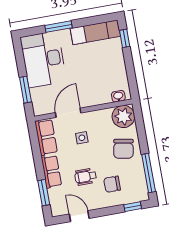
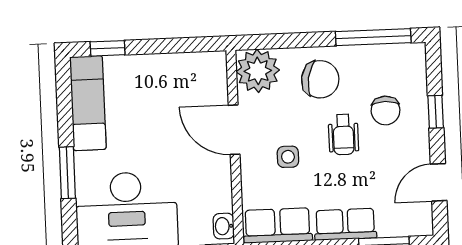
washbasin: (118, 96) -> (224, 226), moved
door: (68, 113) -> (234, 130), moved
wheelchair: (86, 177) -> (343, 134), moved
window: (133, 207) -> (436, 112), moved

